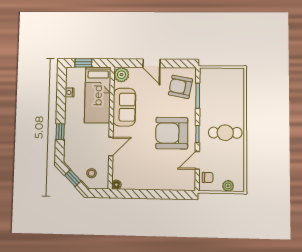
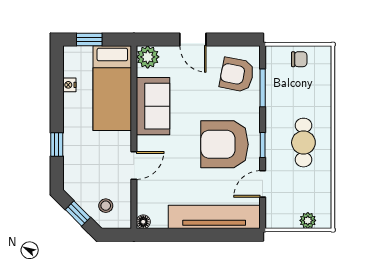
cafe table: (225, 133) -> (303, 143), turned 90
chair: (208, 177) -> (299, 59), moved
tv unit: (164, 182) -> (214, 217), added

